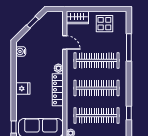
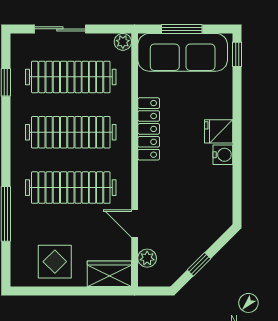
water cooler: (21, 51) -> (223, 155), moved
plant: (58, 68) -> (147, 258), moved

